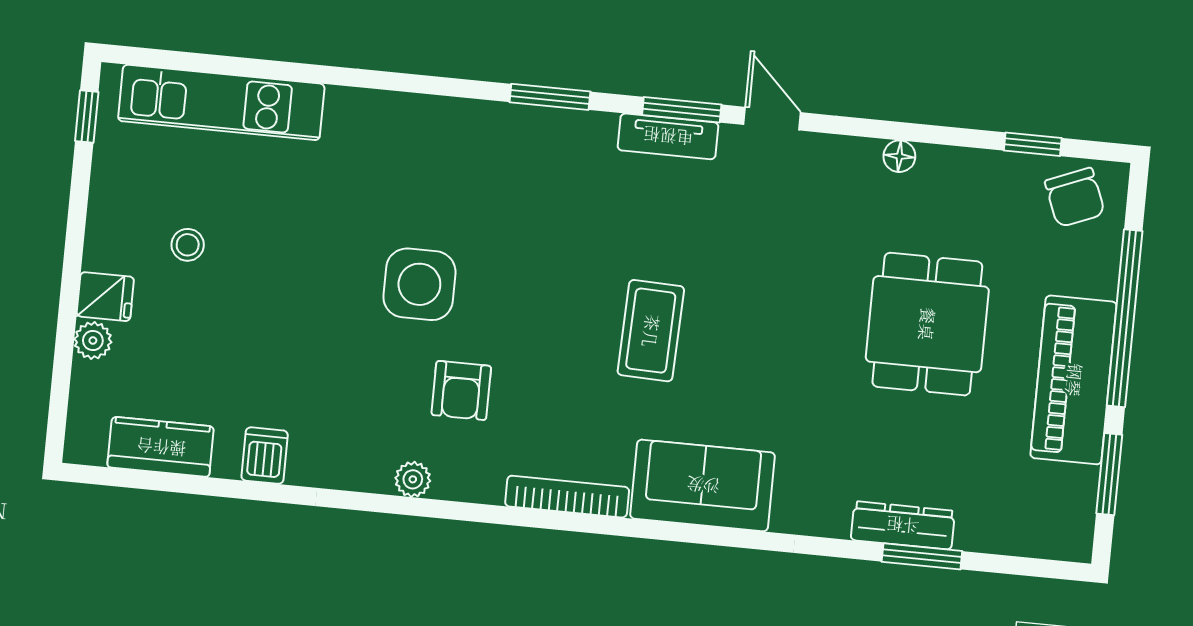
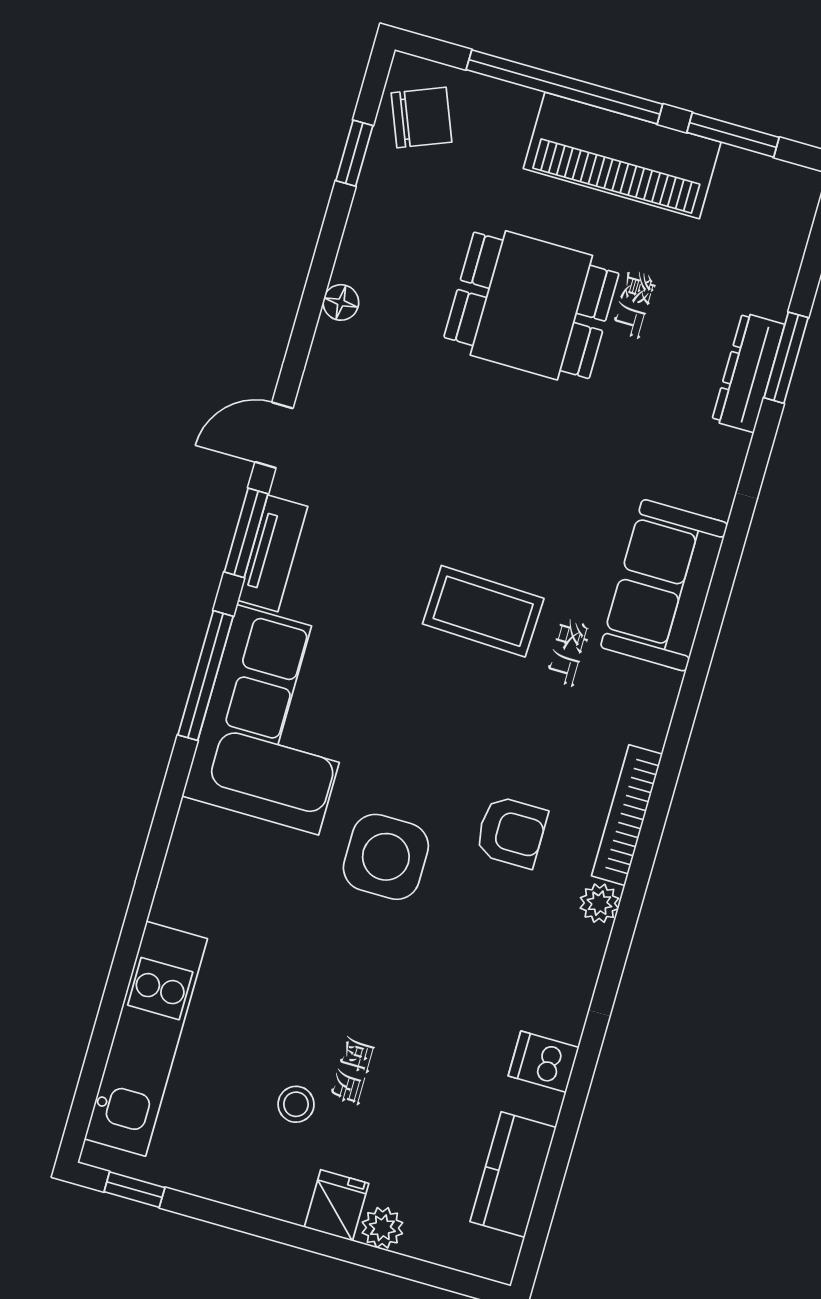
window: (550, 97) -> (205, 676), width x1.44
corner sofa: (523, 167) -> (278, 720), added
bookcase: (567, 497) -> (627, 815), moved

